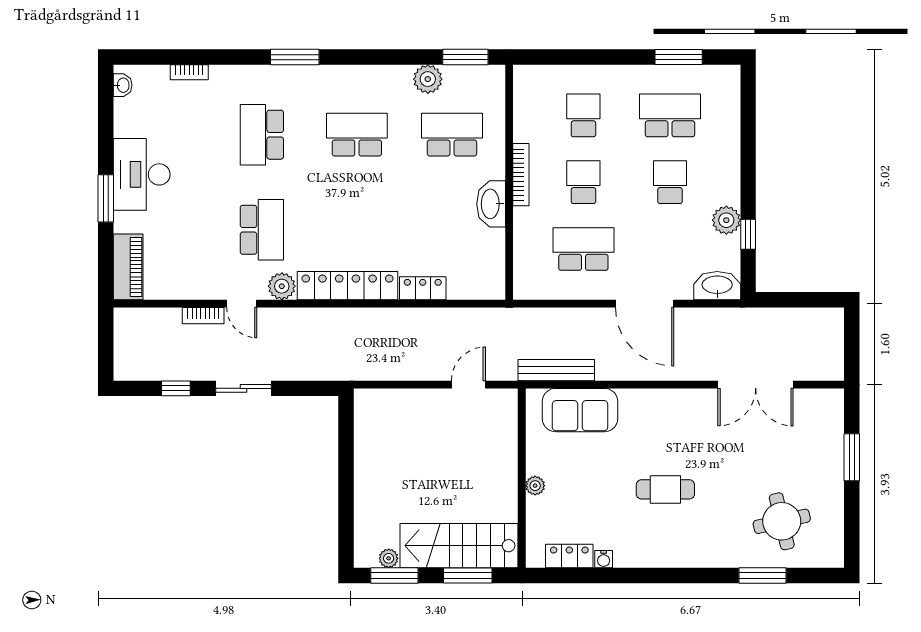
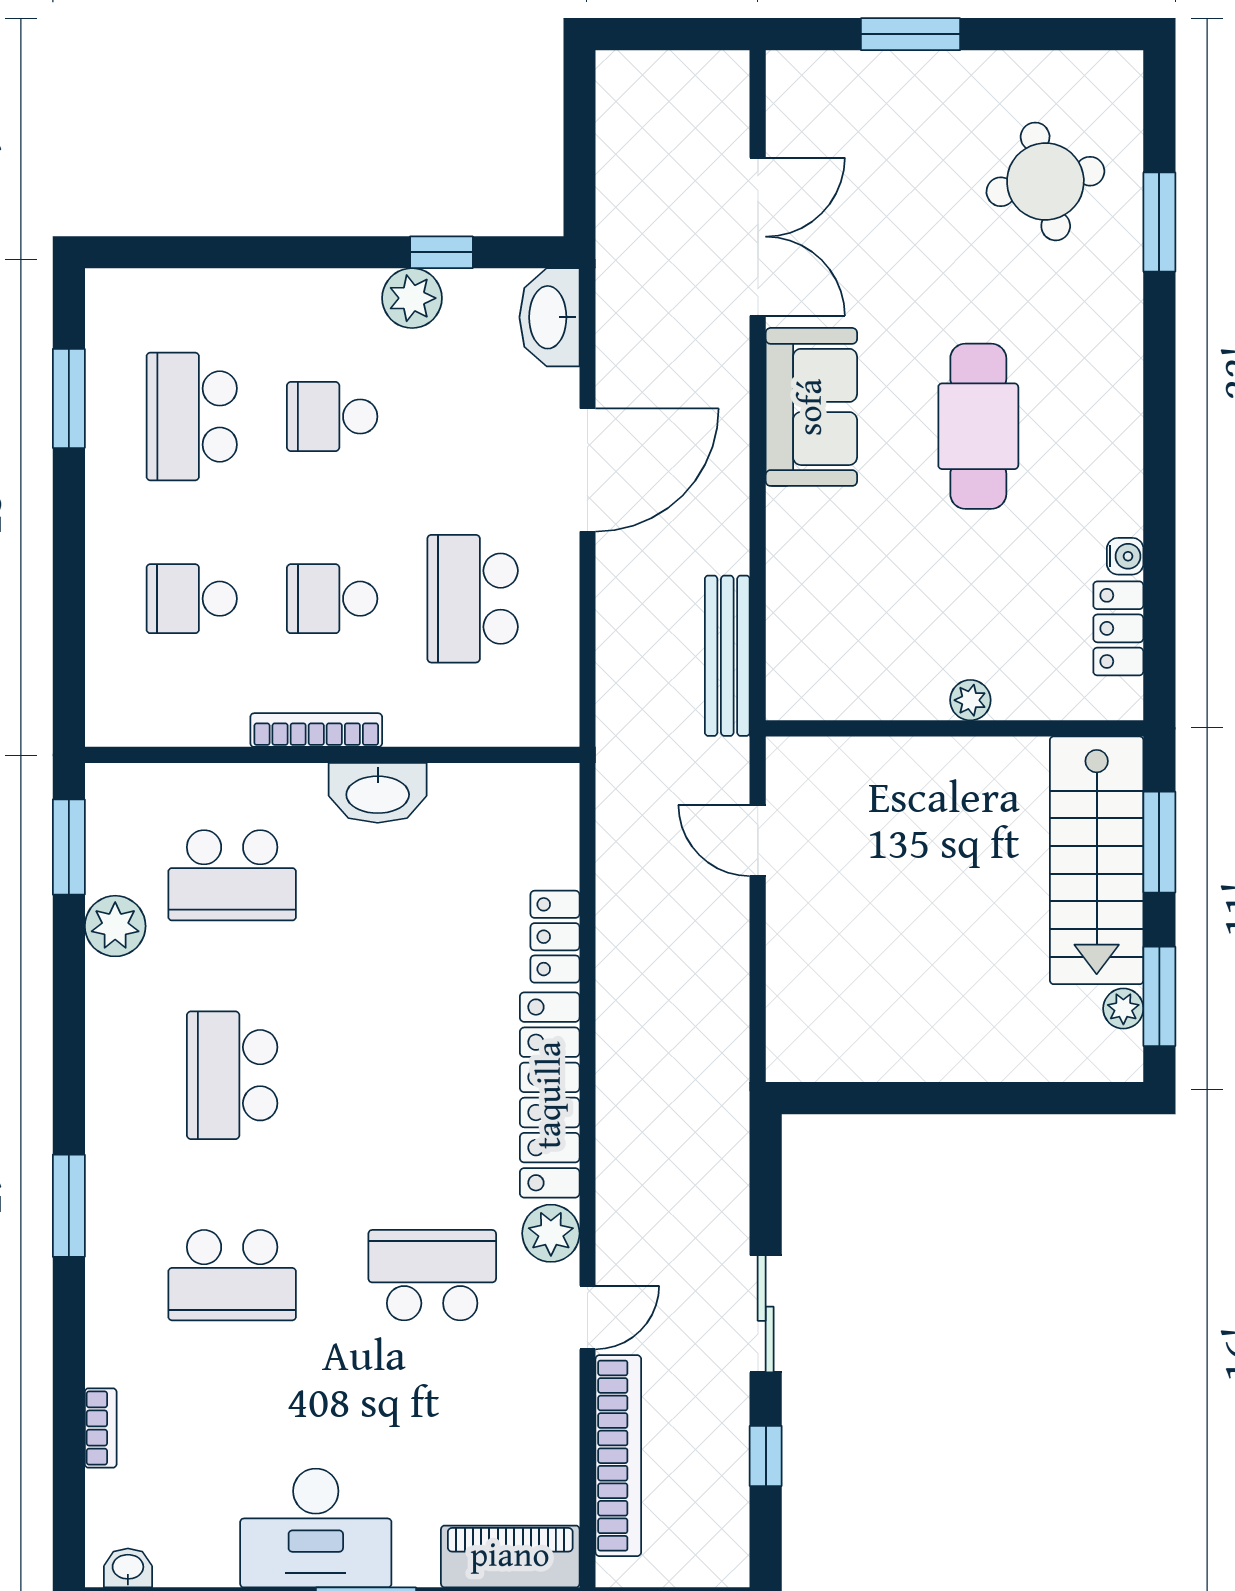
school desk: (452, 135) -> (232, 875), turned -90
bookcase: (203, 316) -> (618, 1456), width x2.31, depth x1.31
sofa: (580, 410) -> (811, 407), moved
cafe table: (665, 489) -> (978, 426), width x1.37, depth x1.35

